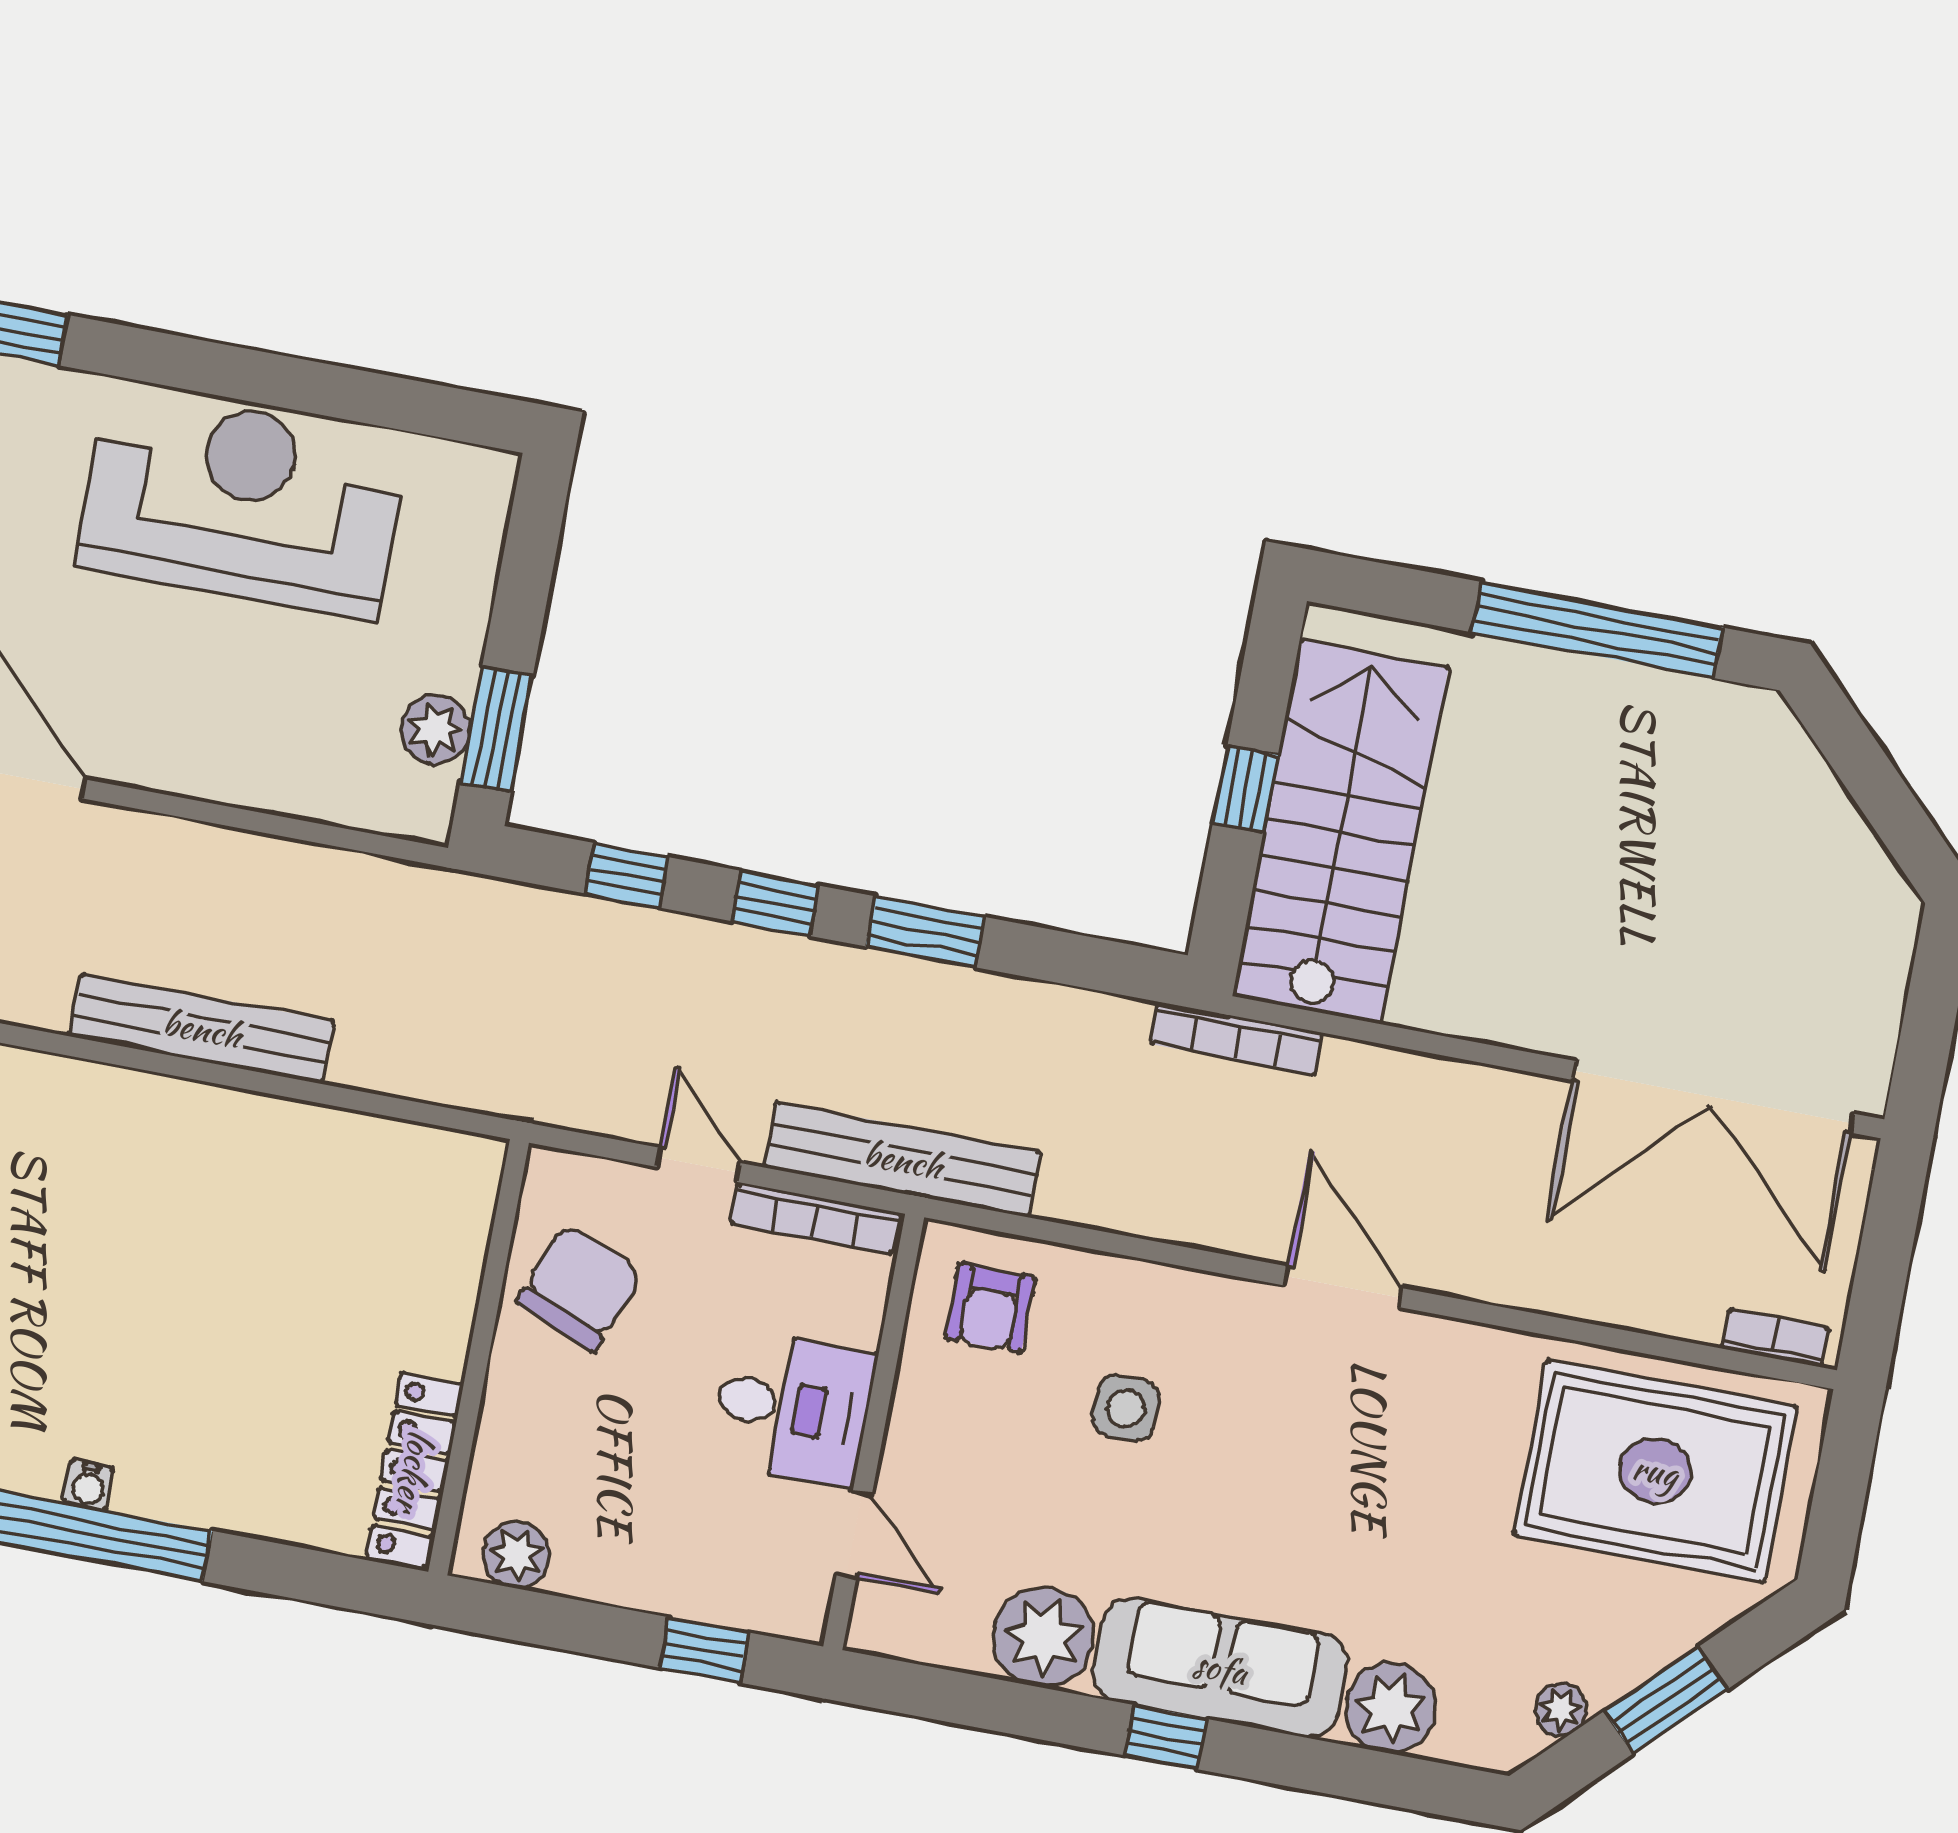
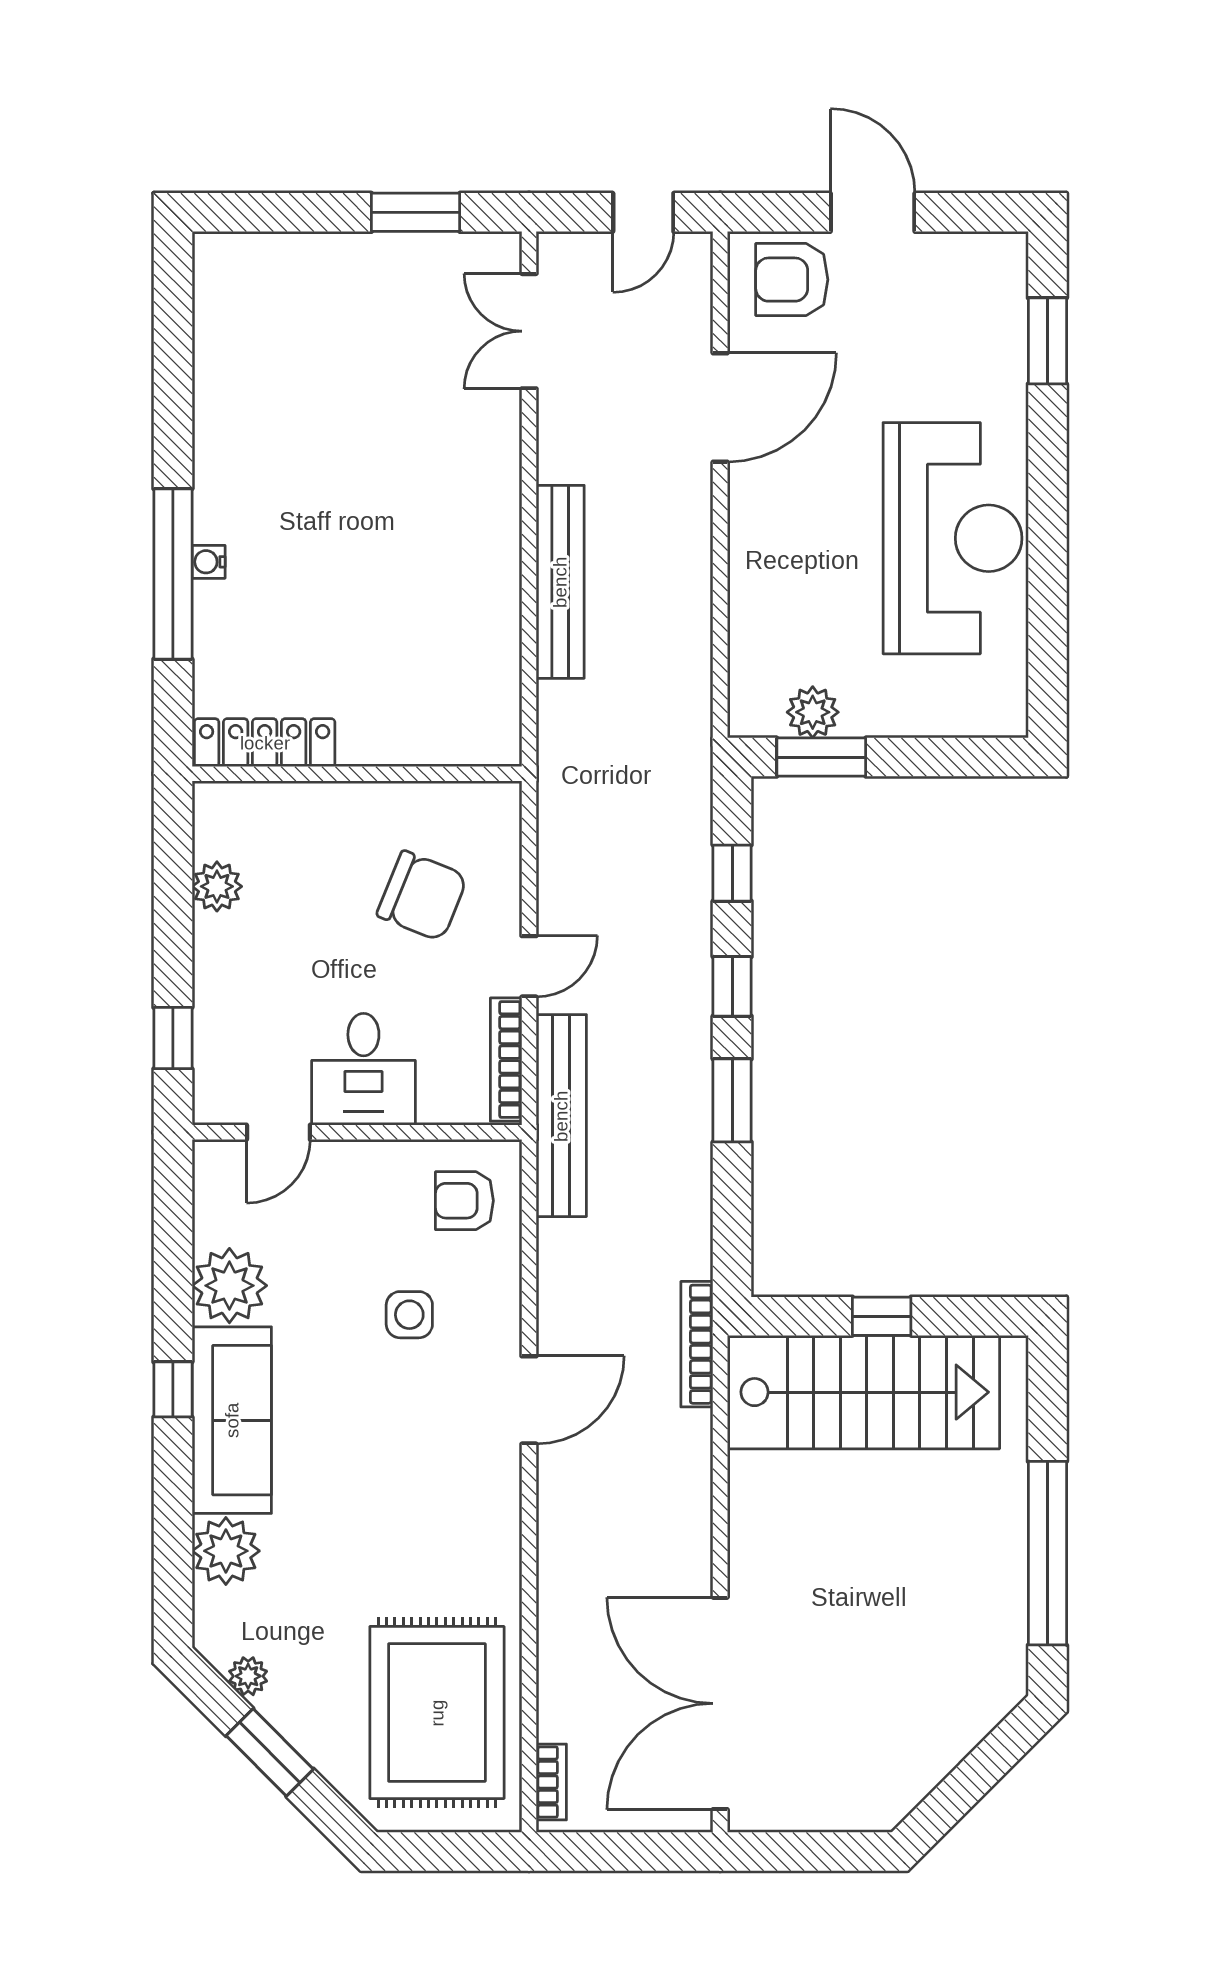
door: (1343, 1287) -> (529, 1400), moved
wall: (479, 1357) -> (357, 774), moved
locker: (415, 1471) -> (265, 743), moved

